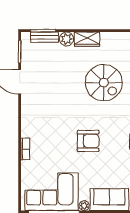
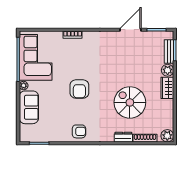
spiral stairs: (104, 83) -> (130, 102), turned 90

